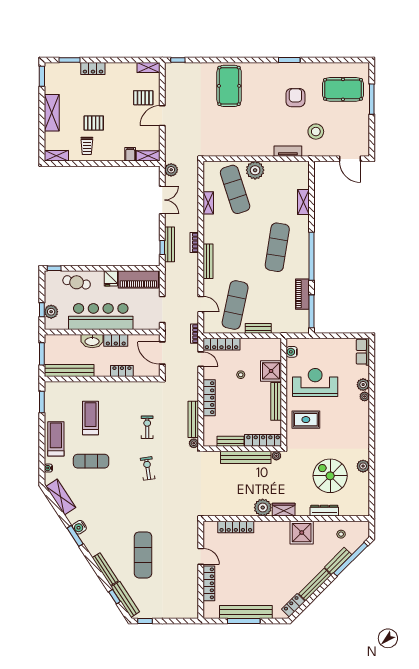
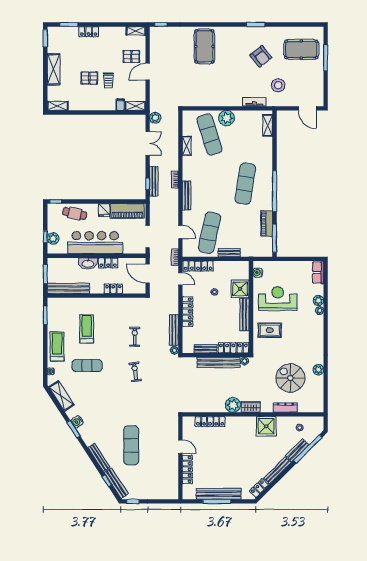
armchair: (295, 98) -> (261, 56), turned 141
trolley: (87, 146) -> (108, 81), moved
shelving: (303, 202) -> (268, 125), moved

